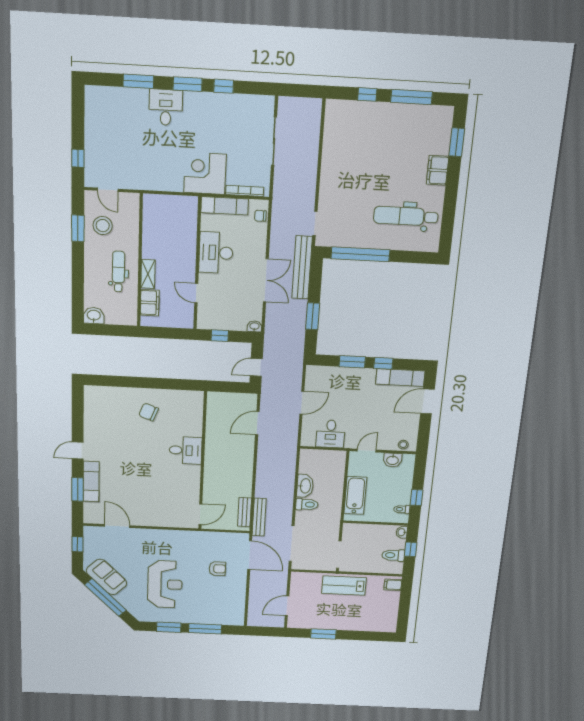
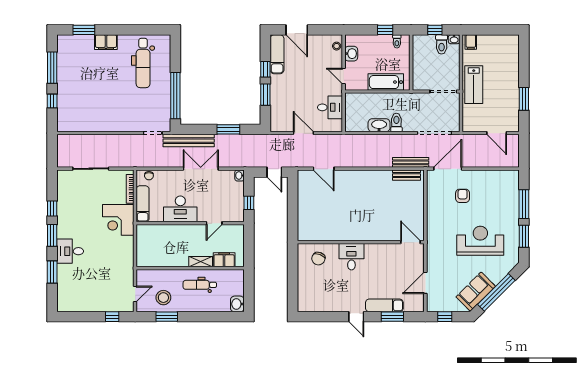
desk: (186, 450) -> (351, 257), moved
wall: (203, 461) -> (361, 242), moved
door: (200, 514) -> (410, 242), moved
washbasin: (402, 532) -> (454, 39), moved

